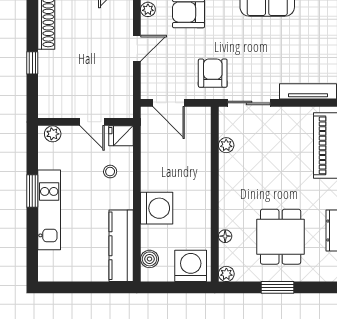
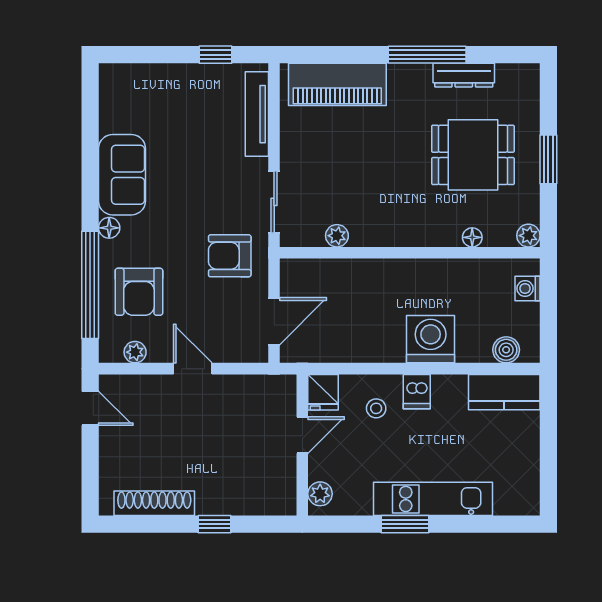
dishwasher: (121, 199) -> (417, 392), added
kitchen counter: (121, 246) -> (504, 392), width x0.67
washing machine: (191, 266) -> (527, 288), width x0.53, depth x0.53

